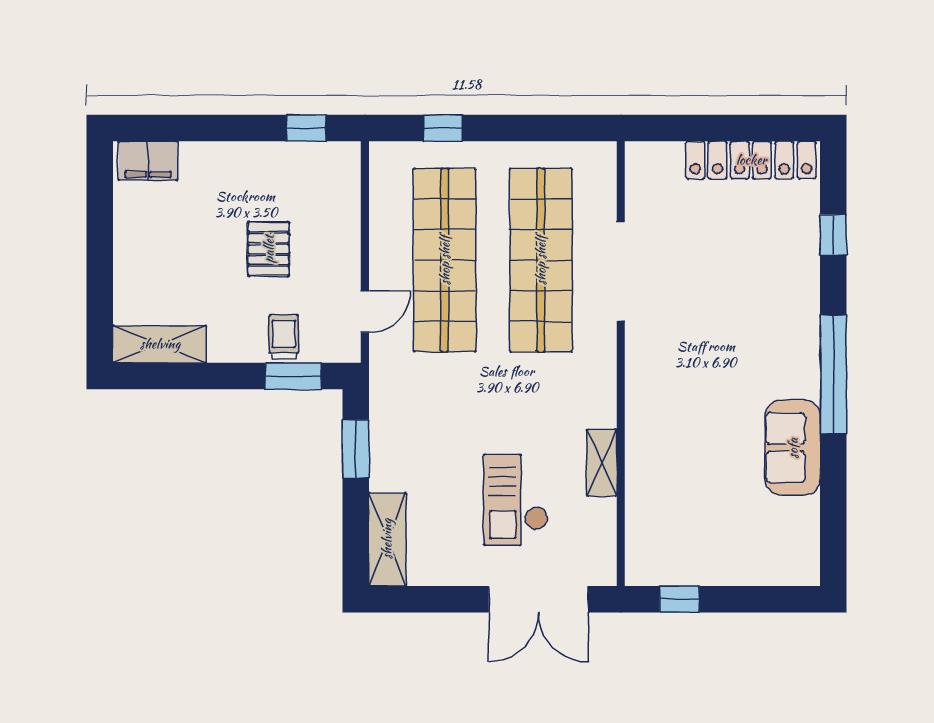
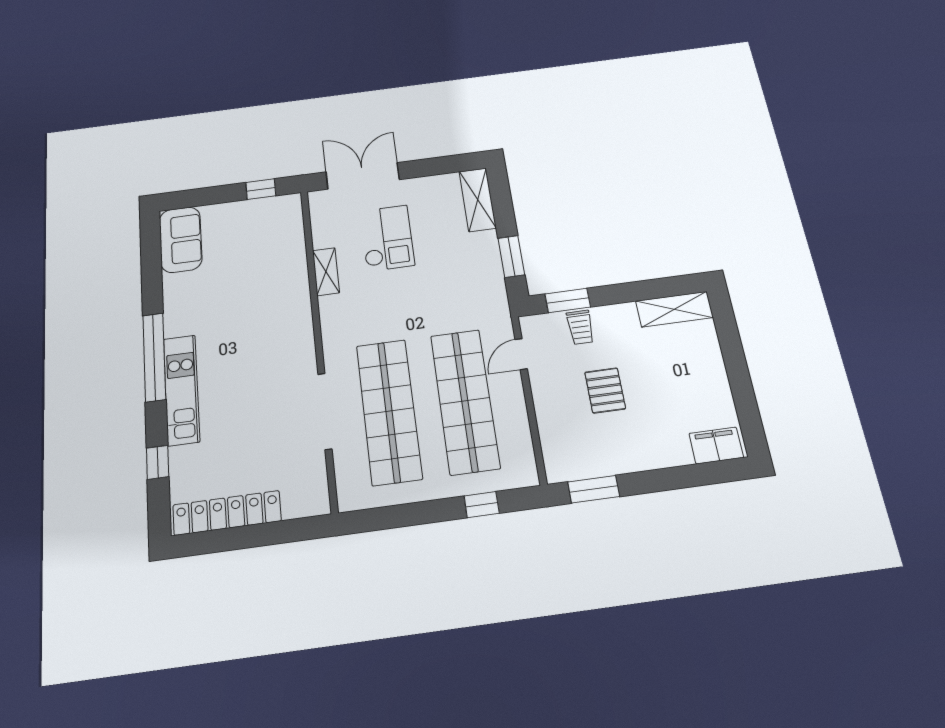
window: (306, 128) -> (594, 489), width x1.50
kitchen unit: (800, 325) -> (181, 390), added
sofa: (793, 448) -> (181, 240), moved

